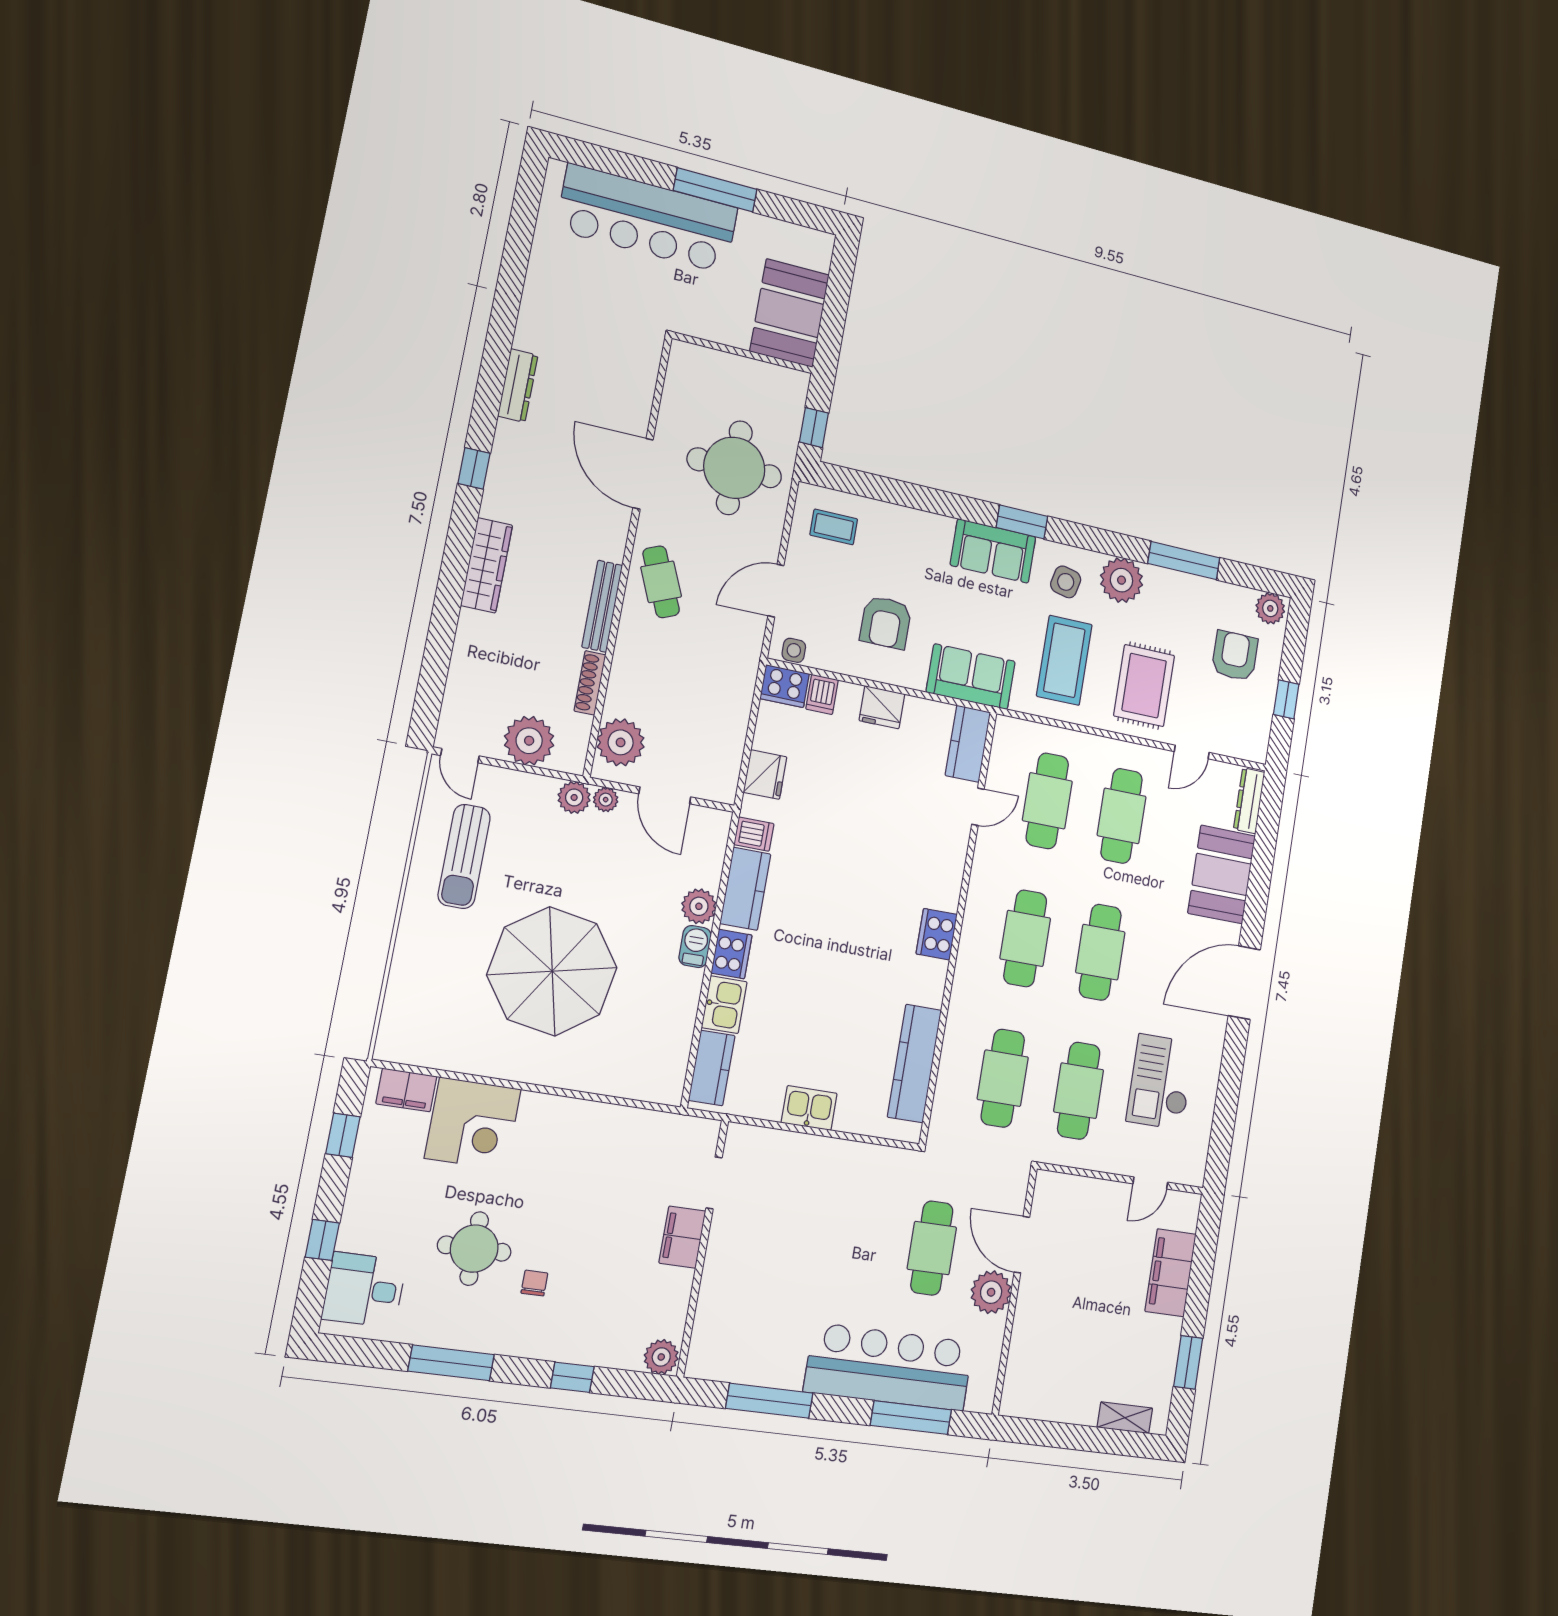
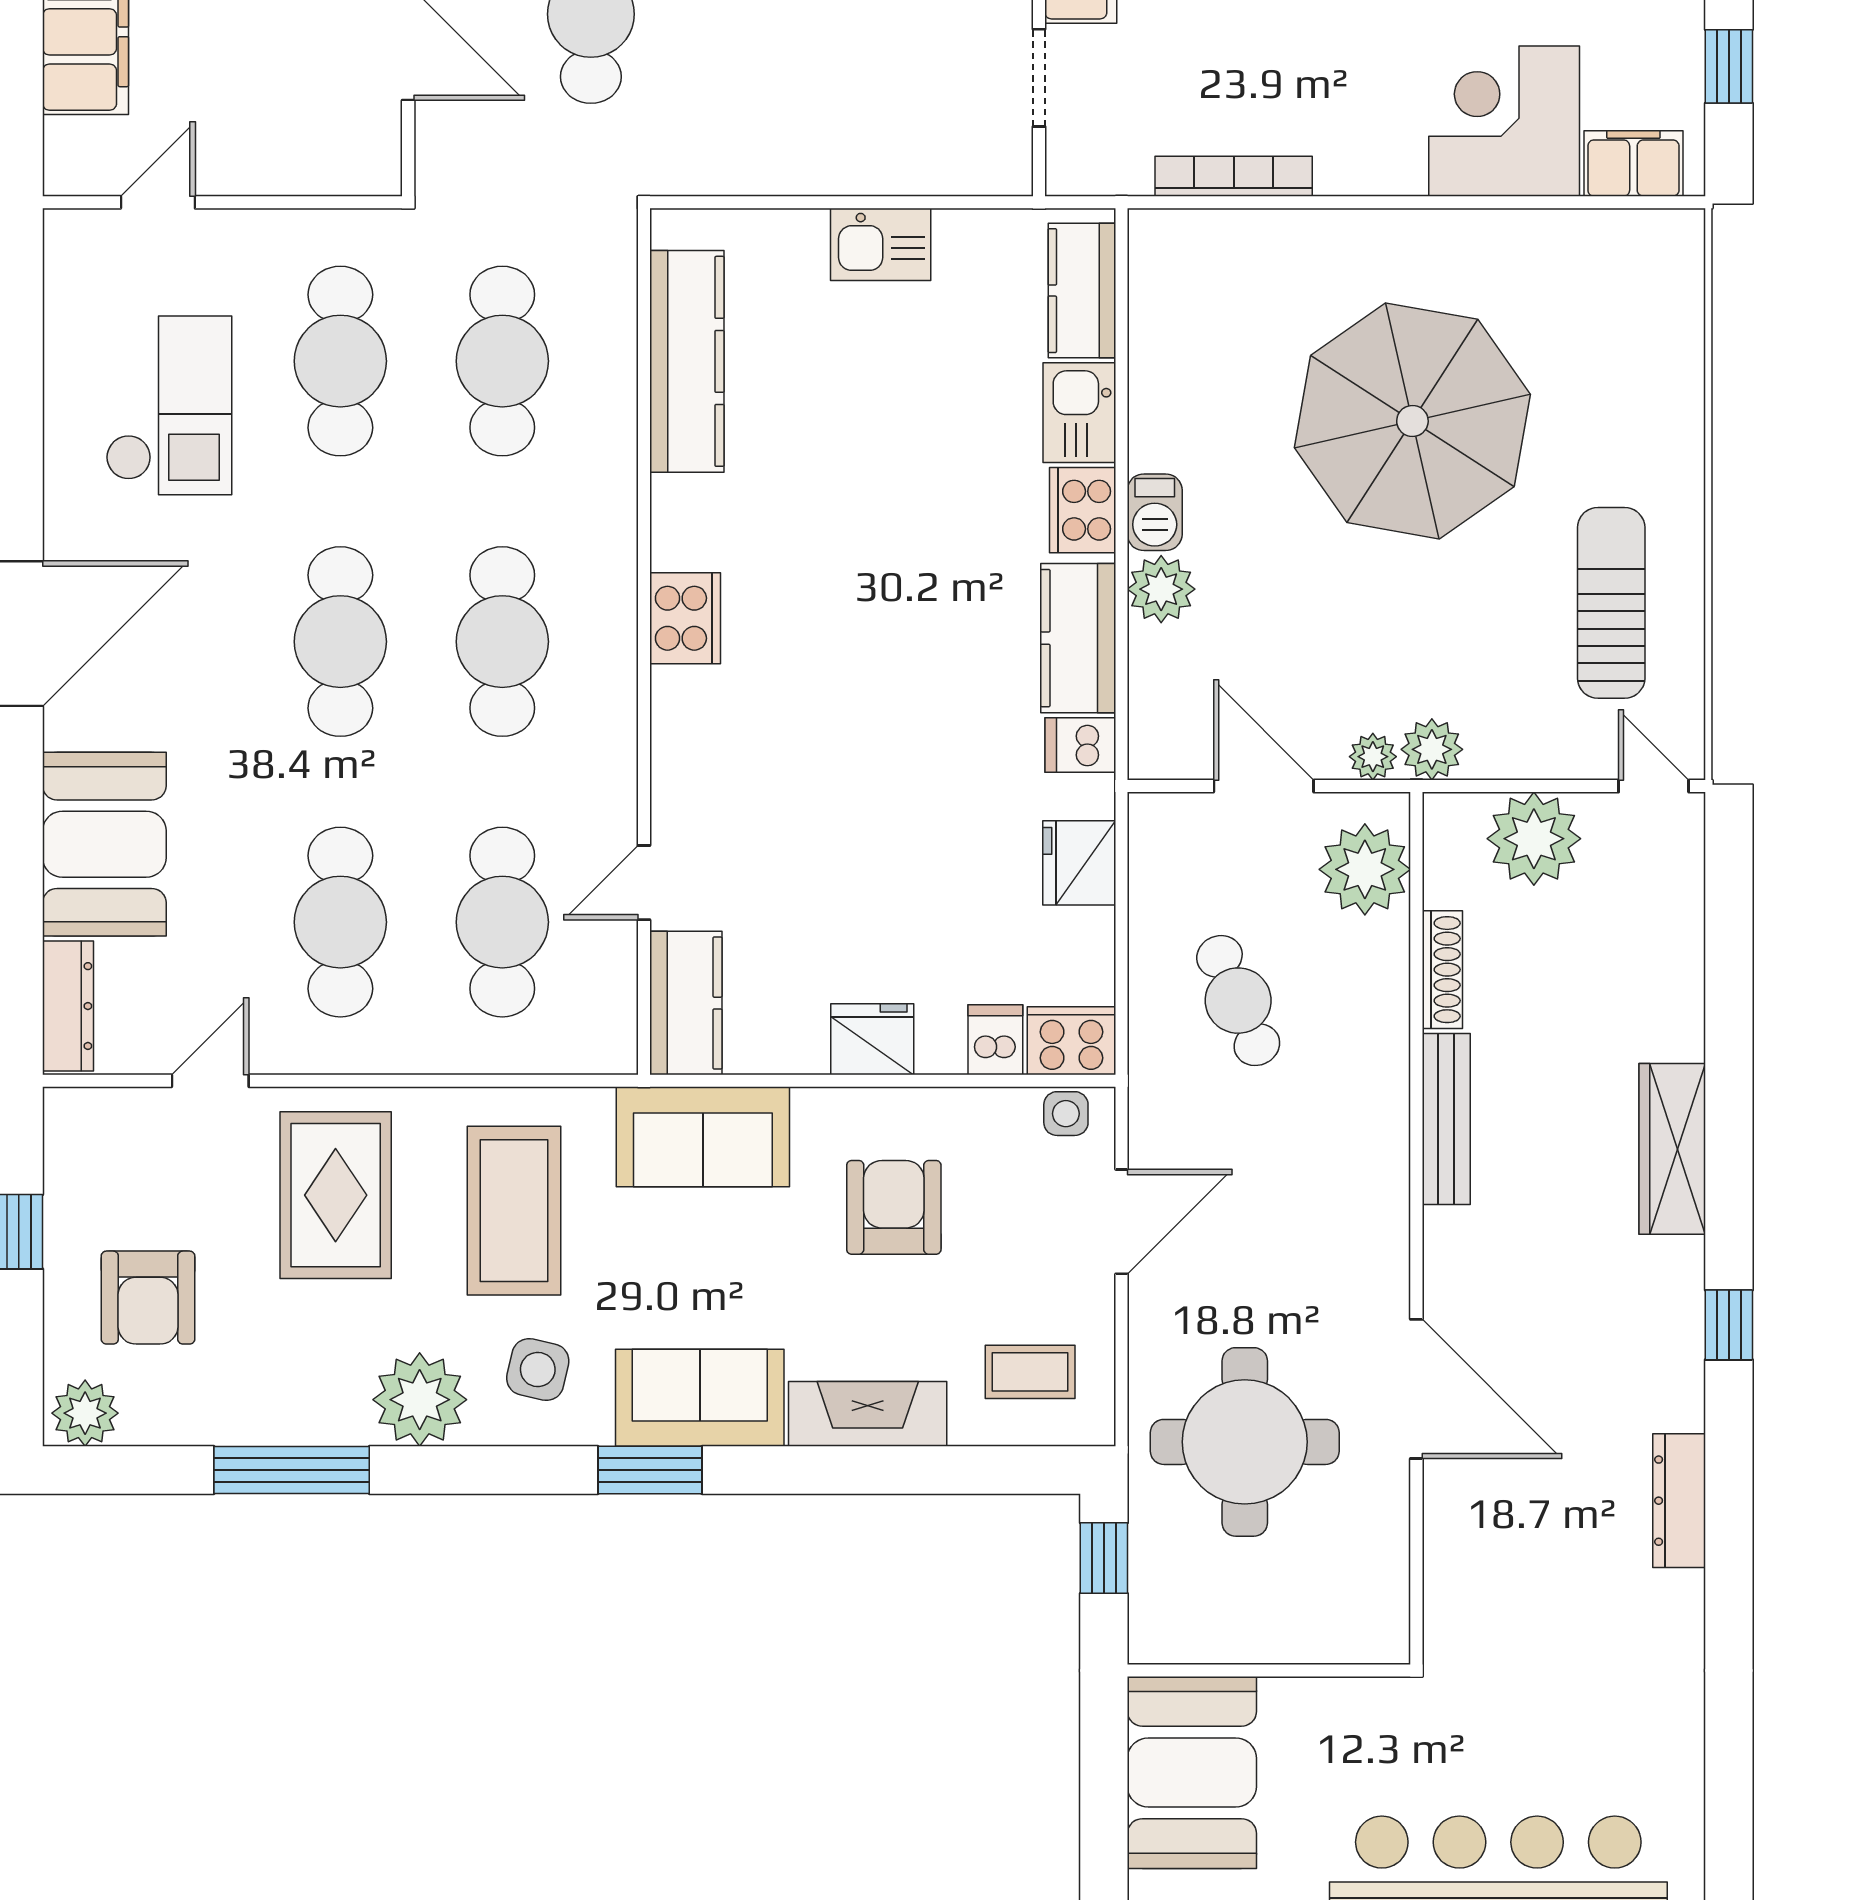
fireplace: (915, 525) -> (868, 1414), added
cafe table: (661, 582) -> (1238, 1001), moved
bookcase: (623, 1116) -> (1234, 176), added

